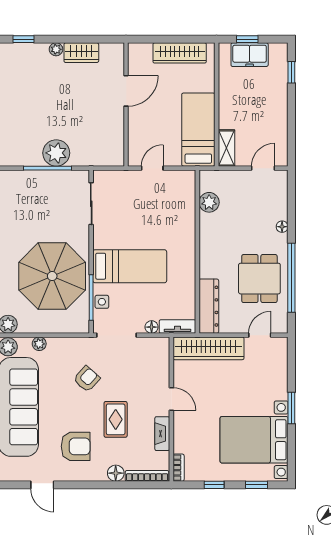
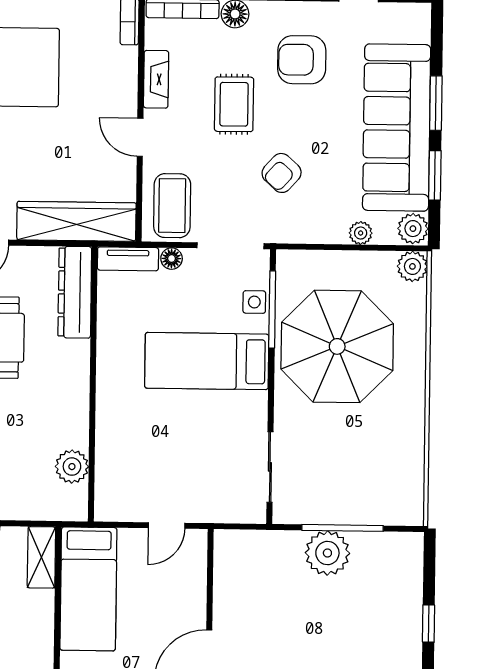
coffee table: (152, 359) -> (172, 206), added

